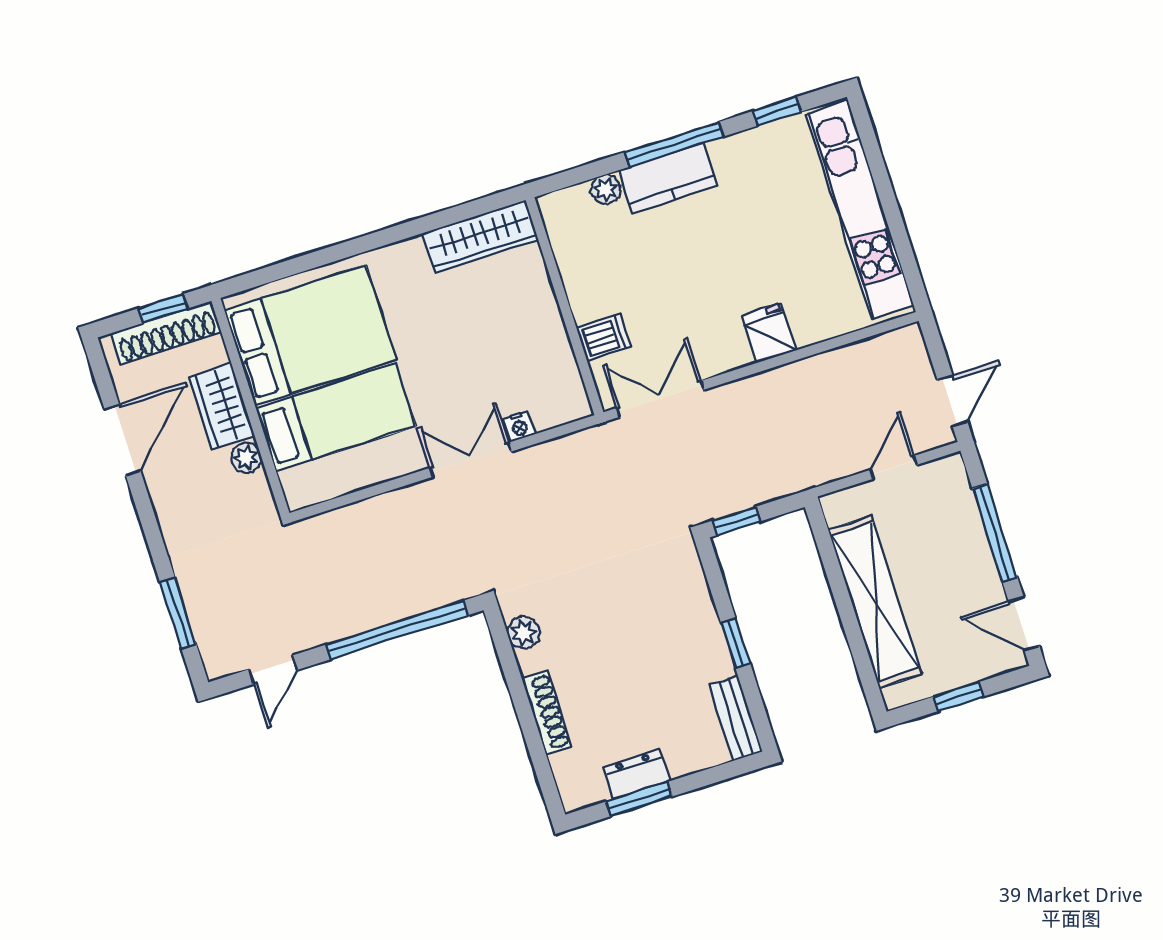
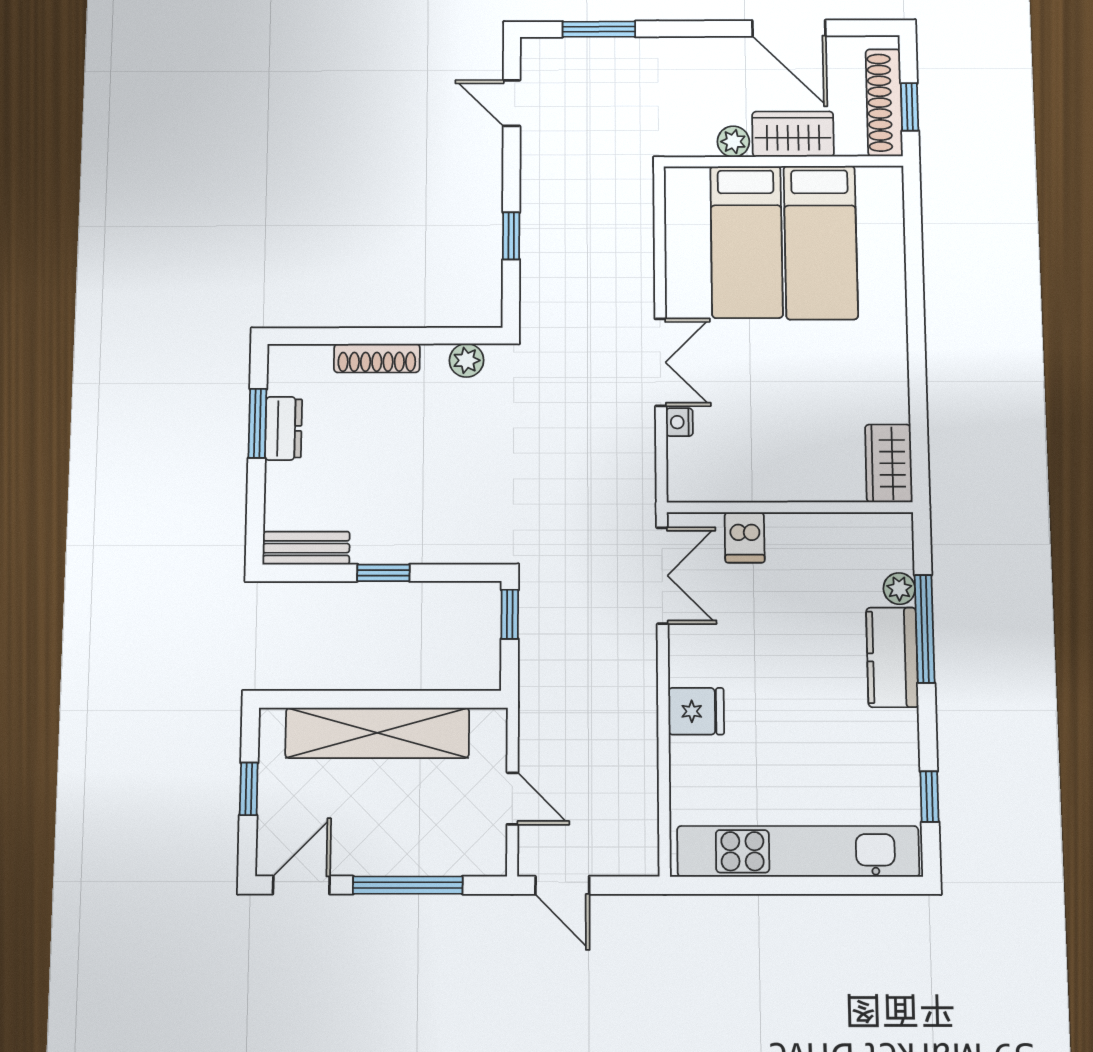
window: (674, 144) -> (925, 629), moved
wardrobe: (480, 237) -> (889, 463), width x0.67
bed: (310, 335) -> (821, 242), width x0.67
window: (397, 630) -> (511, 236), width x0.32

